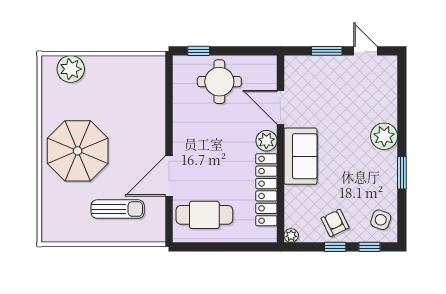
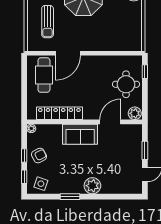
plant: (266, 141) -> (135, 113), moved
door: (169, 176) -> (68, 53), swing flipped

